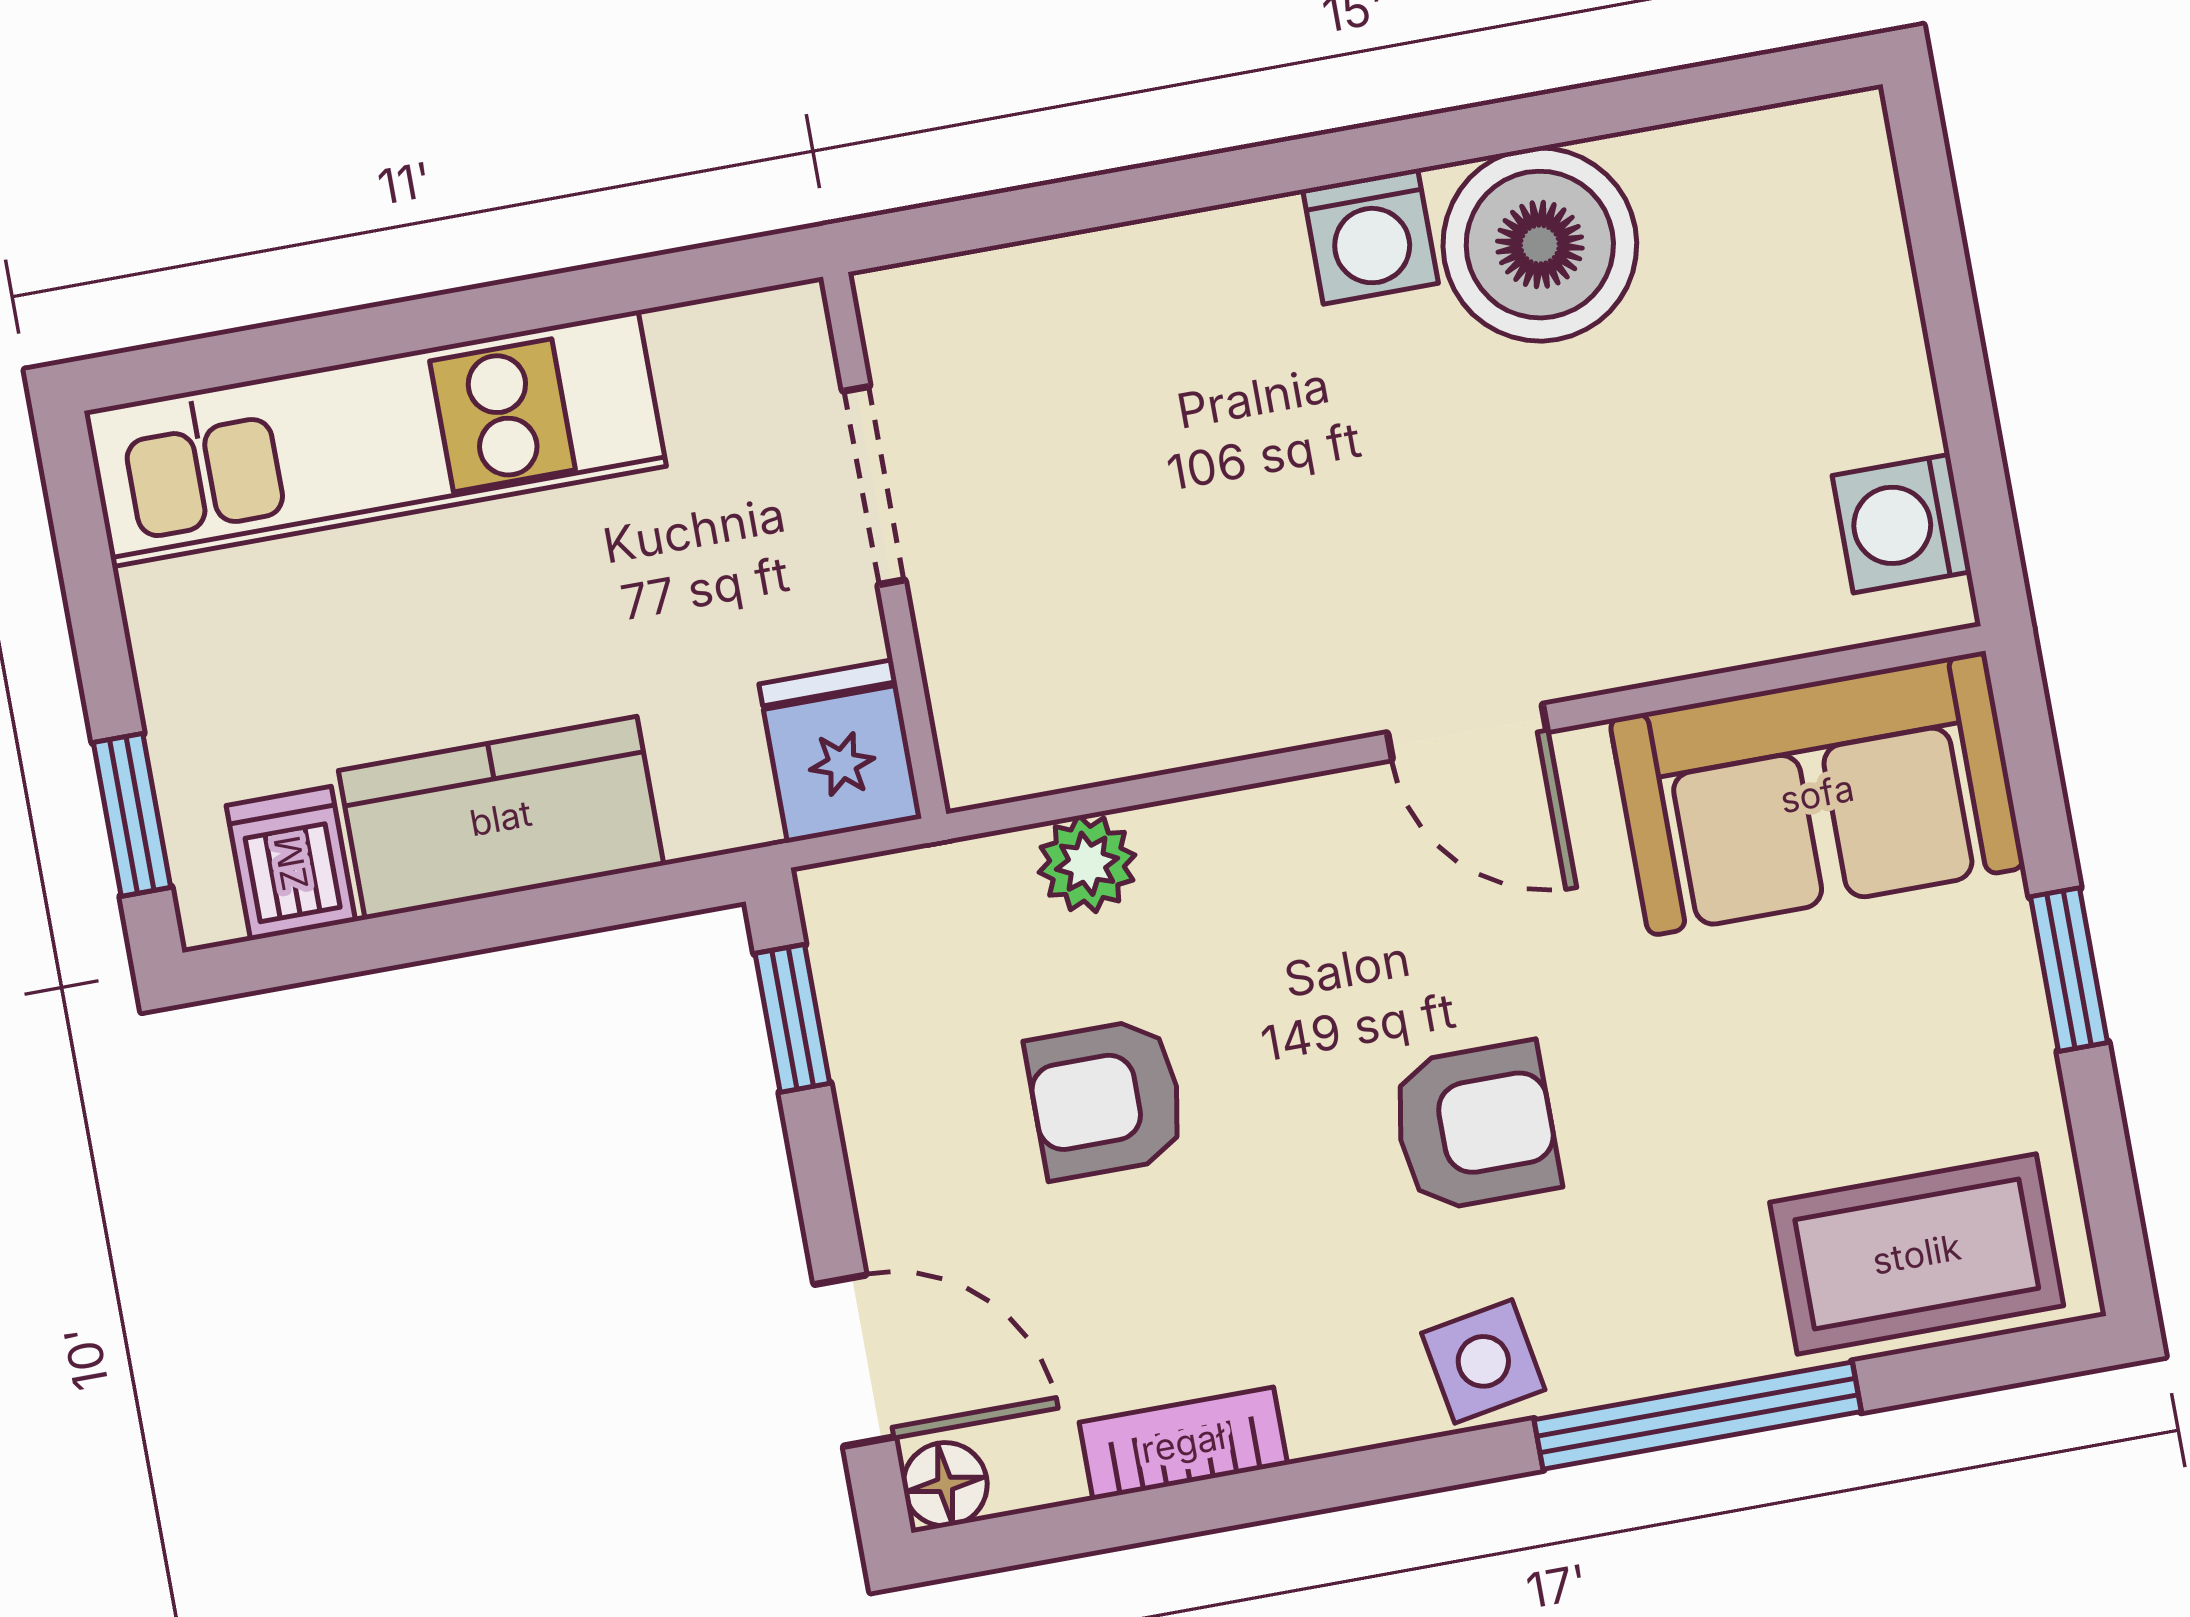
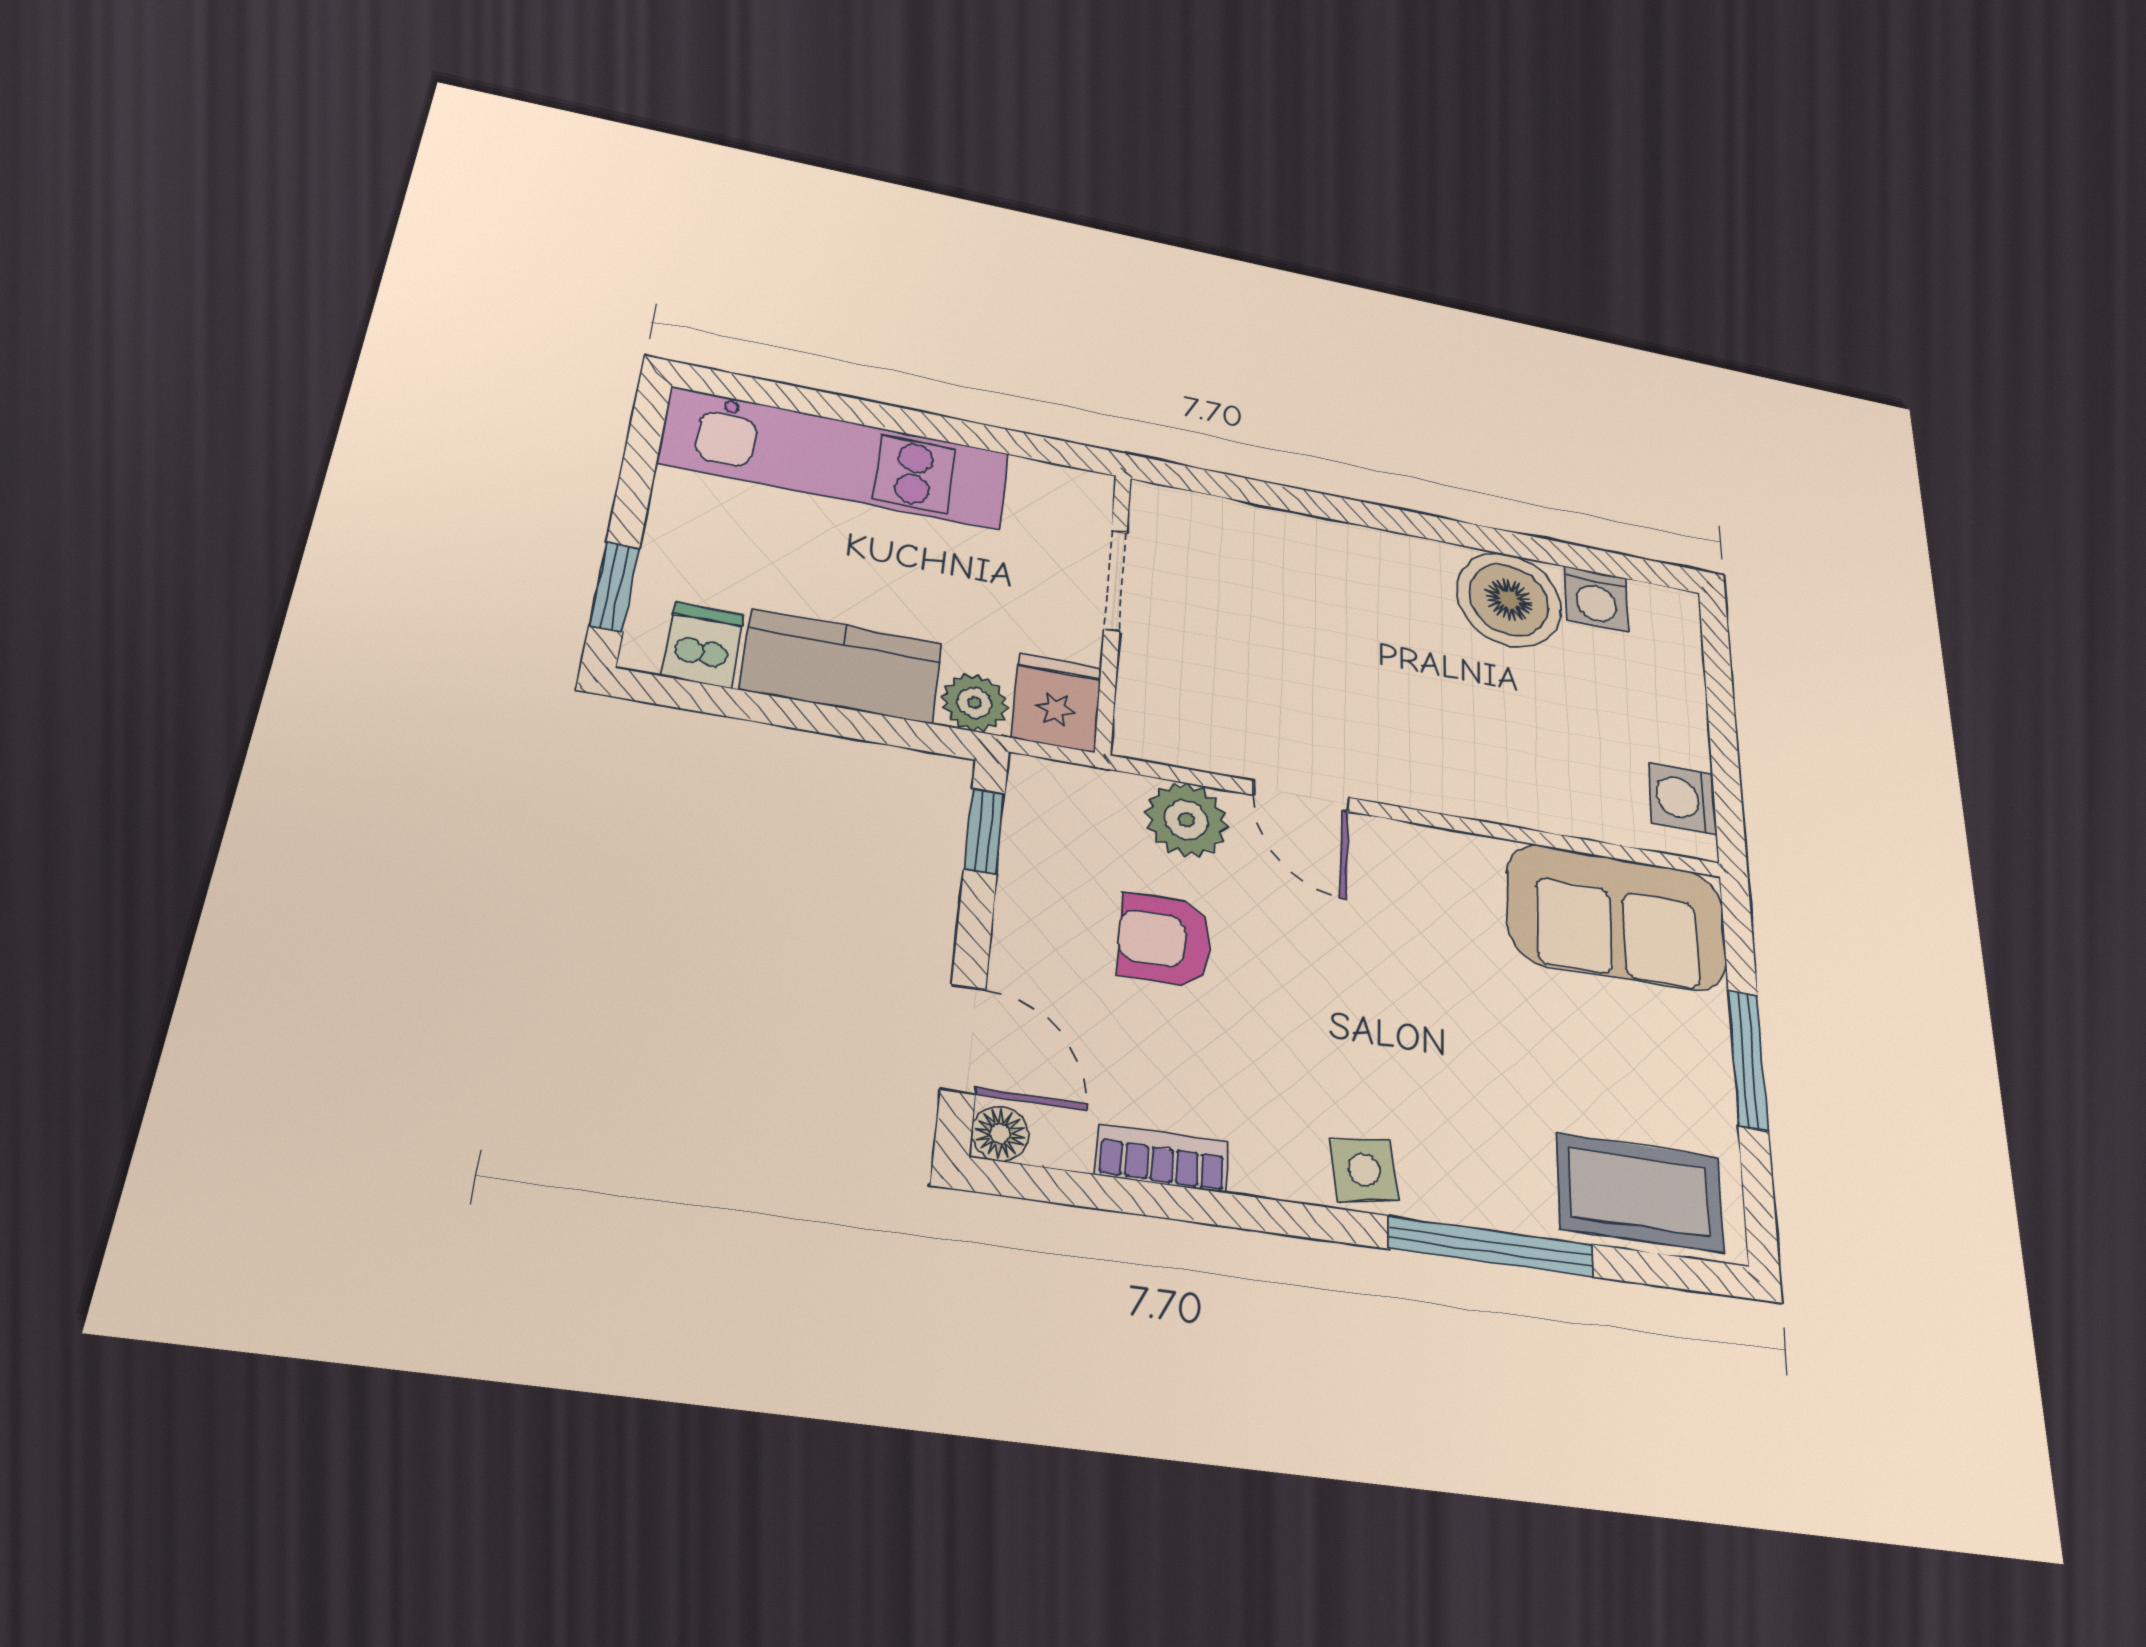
washing machine: (1370, 236) -> (1596, 599), moved
door: (1467, 732) -> (1301, 796), moved
plant: (716, 802) -> (975, 703), added
plant: (1087, 864) -> (1186, 820), width x1.38, depth x1.38
window: (2069, 970) -> (1748, 1060), width x1.50
armchair: (1475, 1126) -> (1386, 1031), removed

